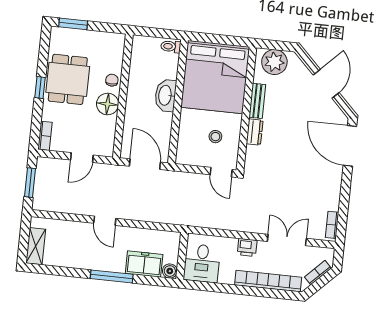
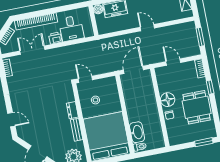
window: (40, 88) -> (210, 87), moved
washbasin: (166, 95) -> (137, 132), moved
door: (350, 146) -> (11, 120), width x0.53
door: (82, 158) -> (173, 62), hinge flipped
door: (145, 164) -> (133, 70), swing flipped
double door: (287, 240) -> (32, 50), swing flipped
desk: (202, 263) -> (71, 28), moved, turned 180

